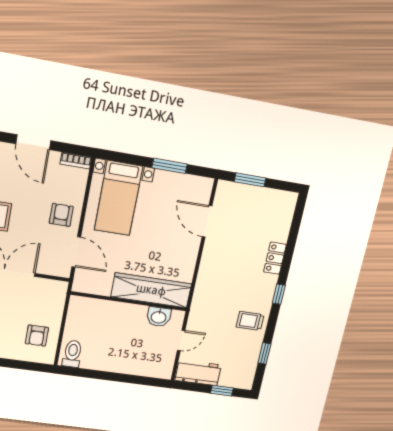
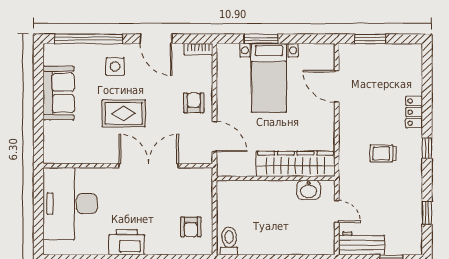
window: (170, 166) -> (261, 39), moved
bed with nightstands: (118, 198) -> (269, 78), moved
trolley: (250, 321) -> (383, 153), moved
door: (181, 340) -> (337, 211), hinge flipped

